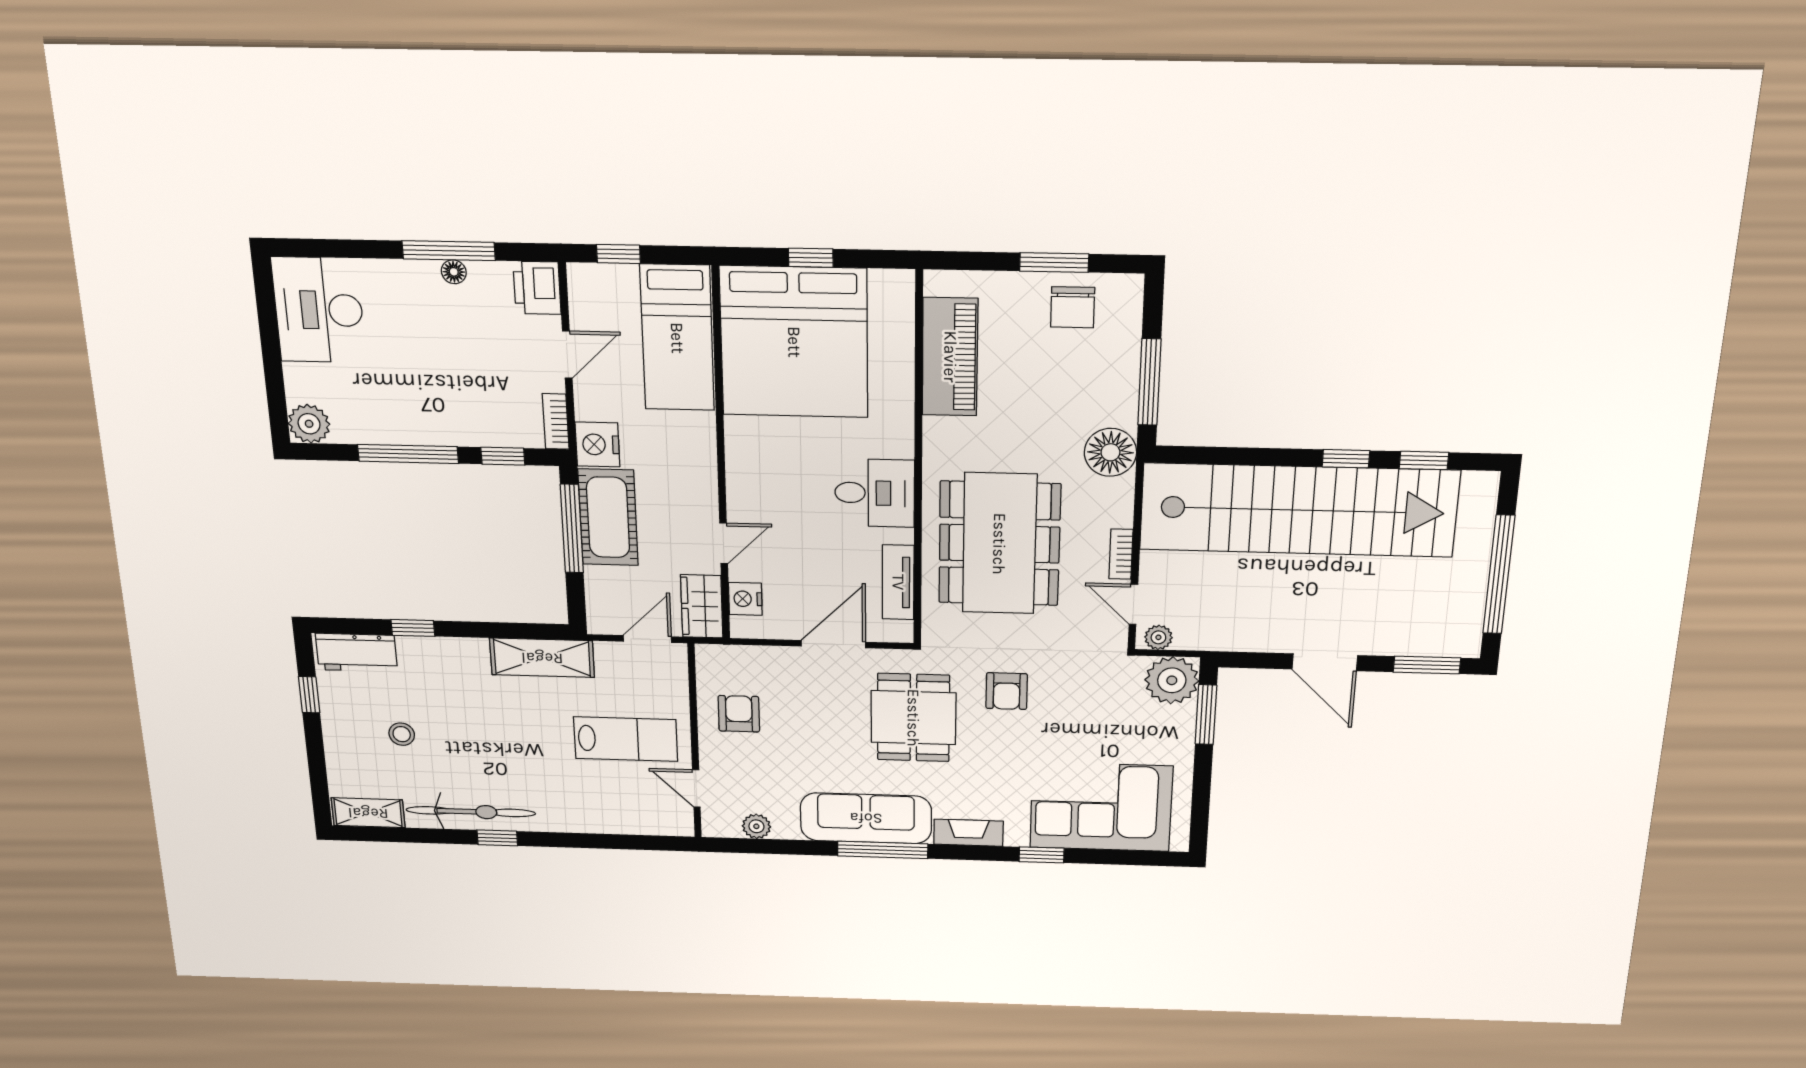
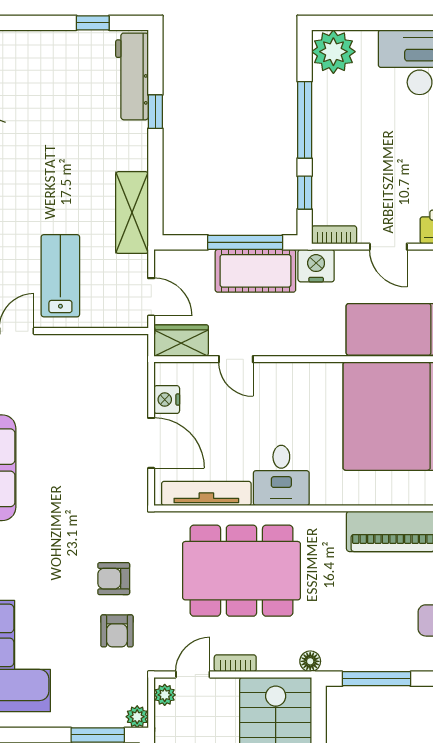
plant: (309, 424) -> (333, 52), width x1.36, depth x1.36
floor lamp: (1110, 452) -> (310, 661), width x0.53, depth x0.53
tv unit: (898, 582) -> (206, 493), width x1.41
nightstand: (745, 599) -> (167, 400), moved, turned -90
workbench: (356, 653) -> (132, 76), width x1.38
plant: (1172, 680) -> (137, 717), width x0.53, depth x0.53
armchair: (739, 714) -> (117, 631), moved, turned 90
dining table: (913, 718) -> (88, 506), removed
stool: (402, 734) -> (59, 95), removed
lab bench: (626, 739) -> (60, 276), turned 180

